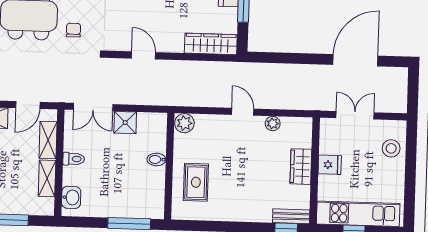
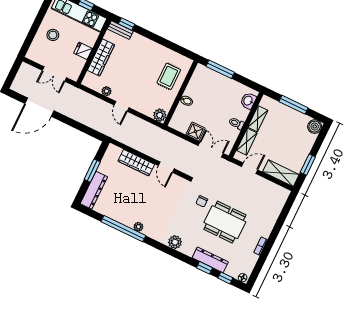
wardrobe: (211, 44) -> (136, 163), moved
stool: (391, 148) -> (53, 35), moved
wardrobe: (301, 167) -> (101, 57), width x1.50

